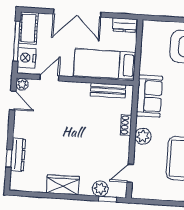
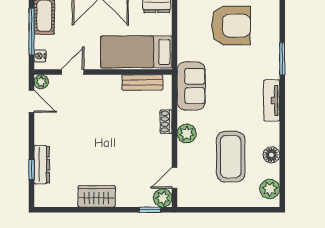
nightstand: (27, 58) -> (40, 56), width x0.53, depth x0.56
plant: (100, 189) -> (163, 198), moved

